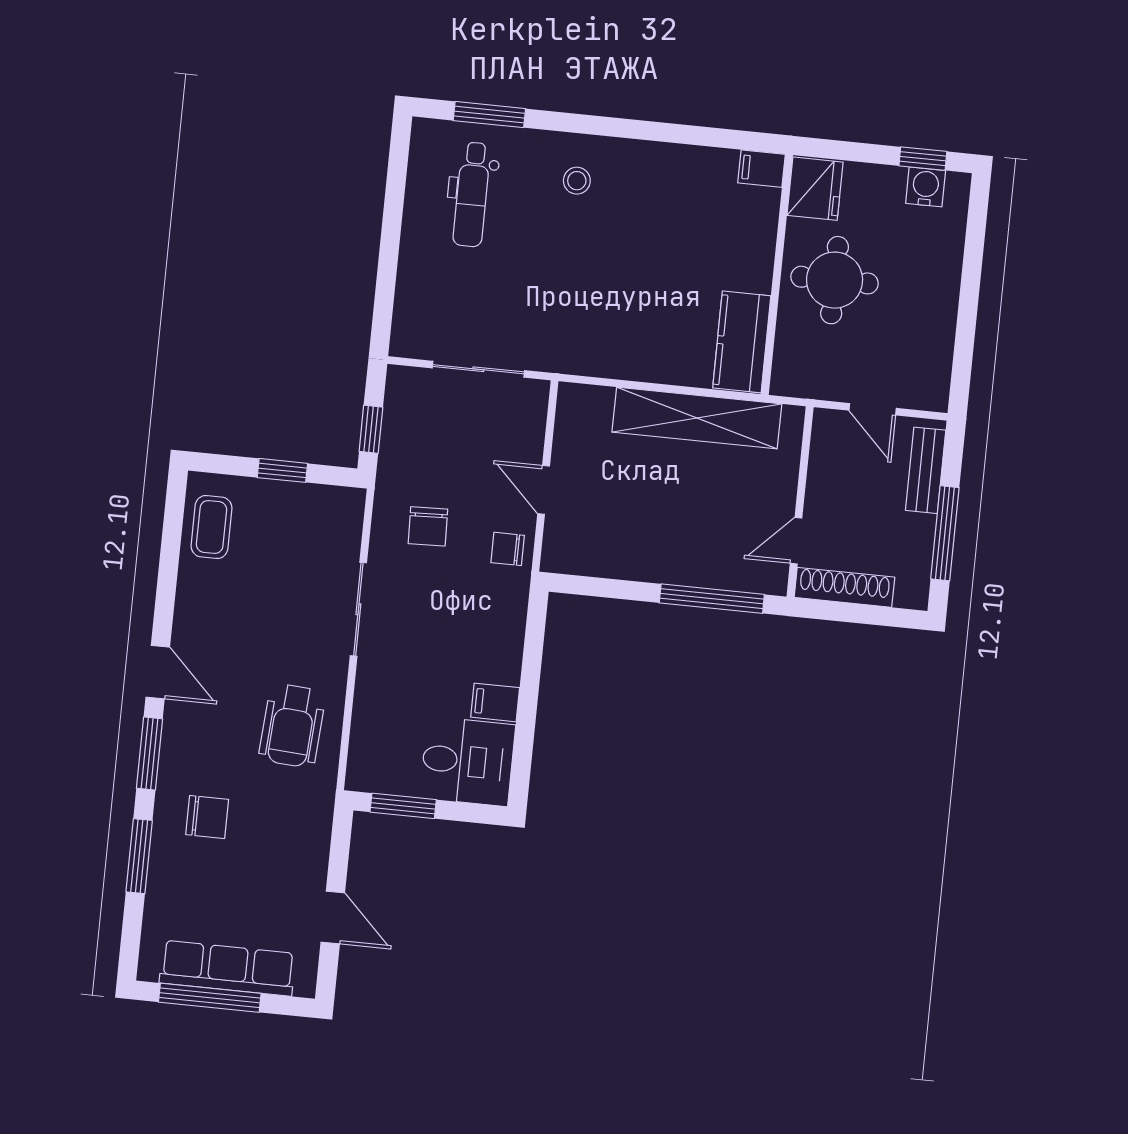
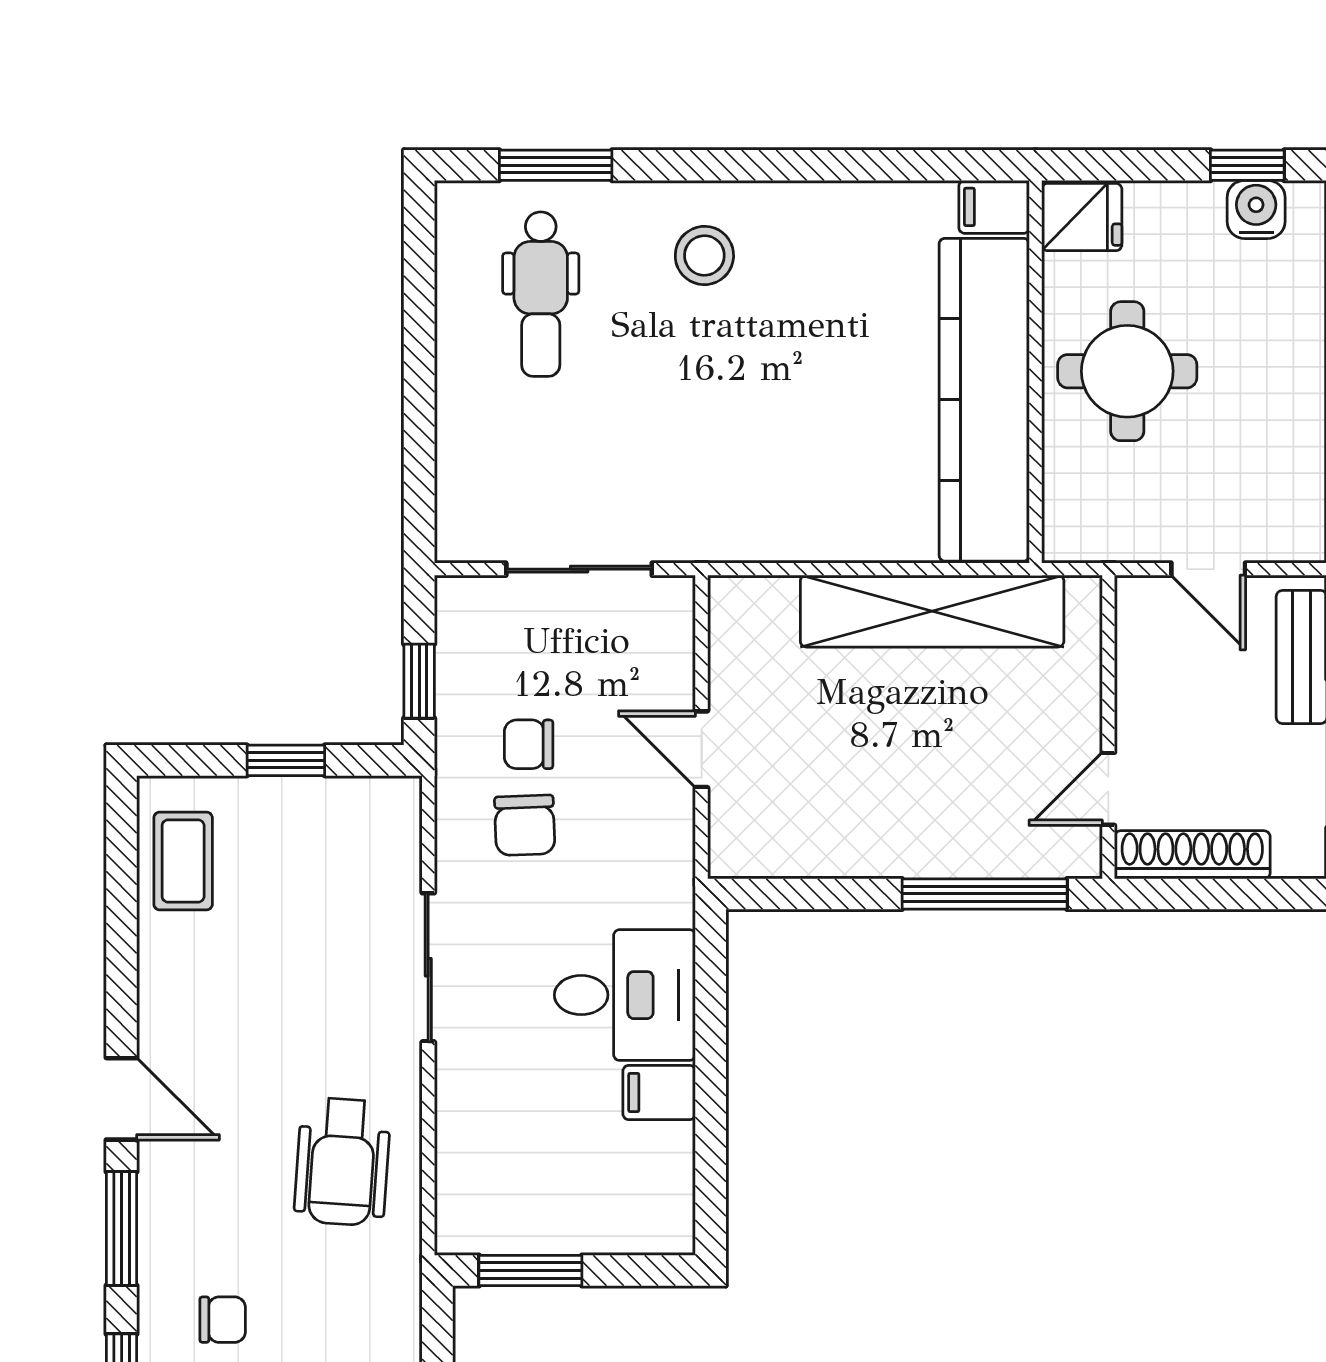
stool: (577, 181) -> (704, 255), width x1.37, depth x1.37
fridge: (815, 189) -> (1082, 217), width x0.72
kitchen counter: (742, 342) -> (984, 400), width x2.08, depth x1.17
chair: (508, 549) -> (529, 744), moved
desk: (468, 761) -> (625, 995), moved
chair: (207, 817) -> (223, 1320), width x0.73, depth x0.73

